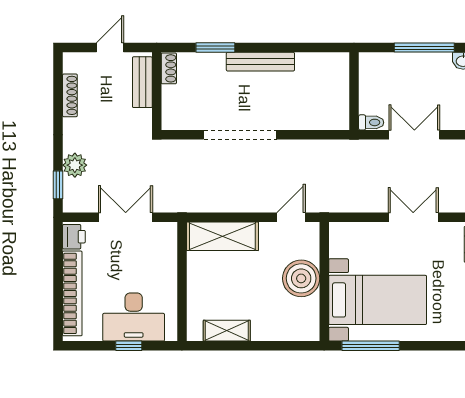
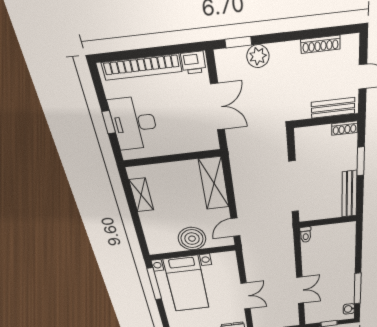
wall: (354, 91) -> (328, 221), moved
toilet: (371, 122) -> (306, 235), moved
door: (291, 217) -> (235, 227), swing flipped

